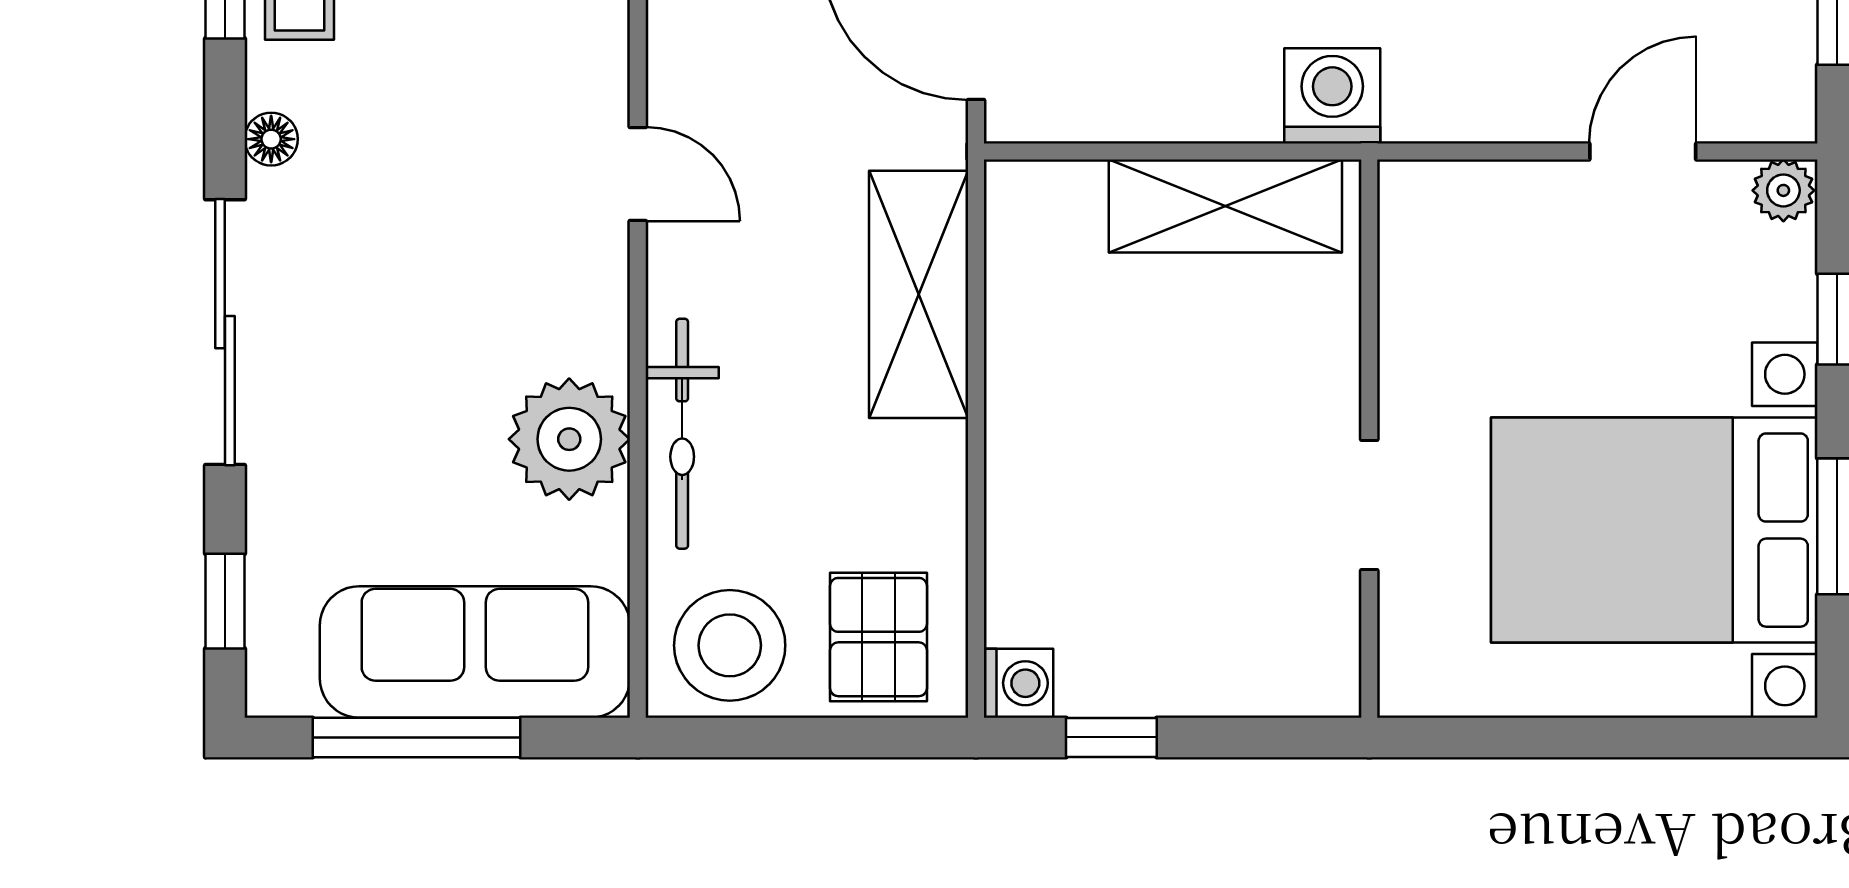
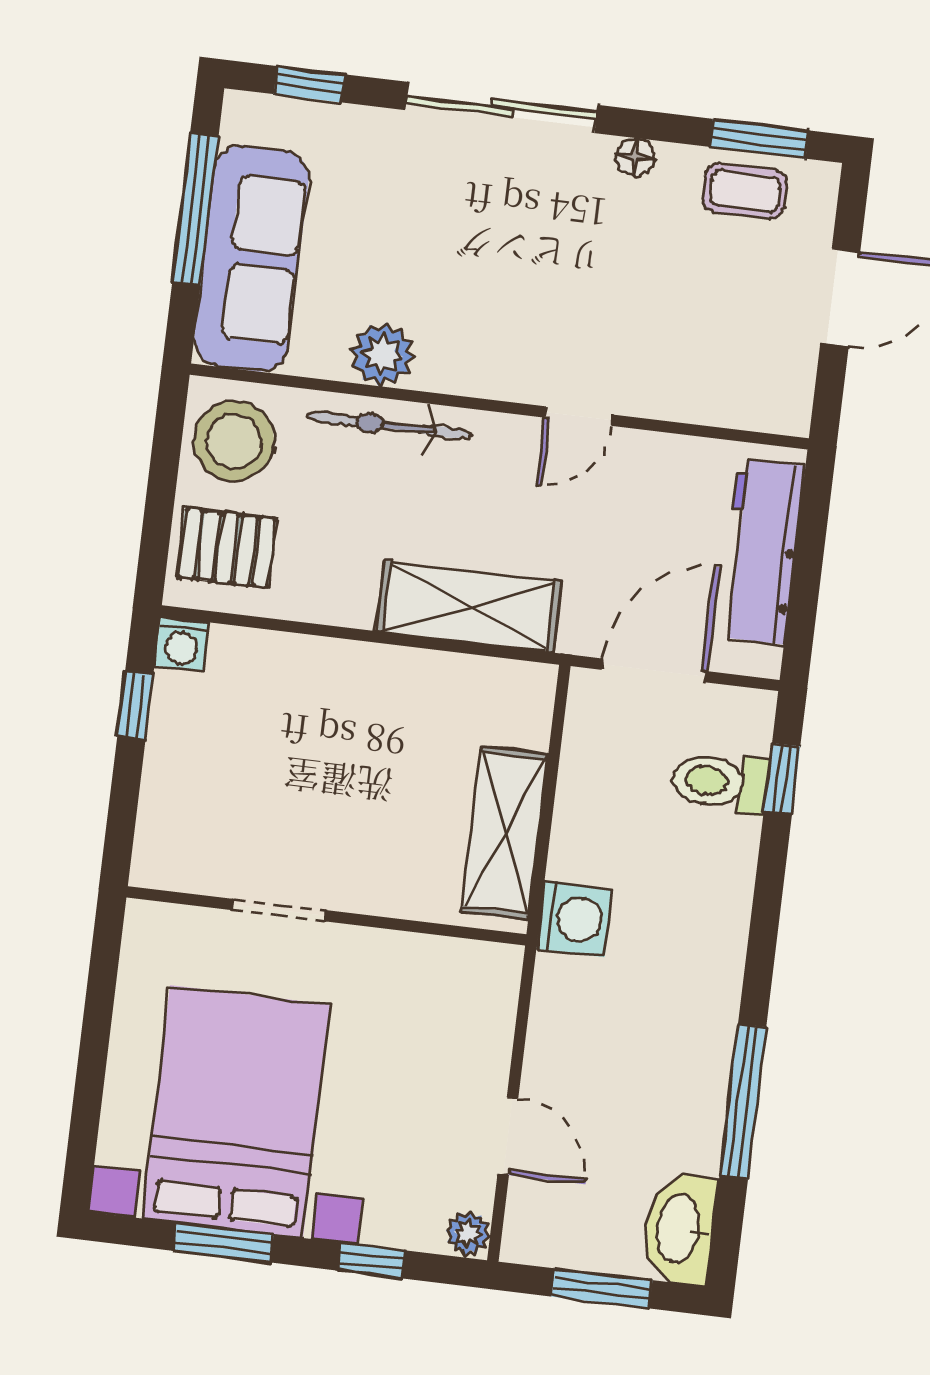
plant: (569, 439) -> (382, 354), width x0.73, depth x0.73

